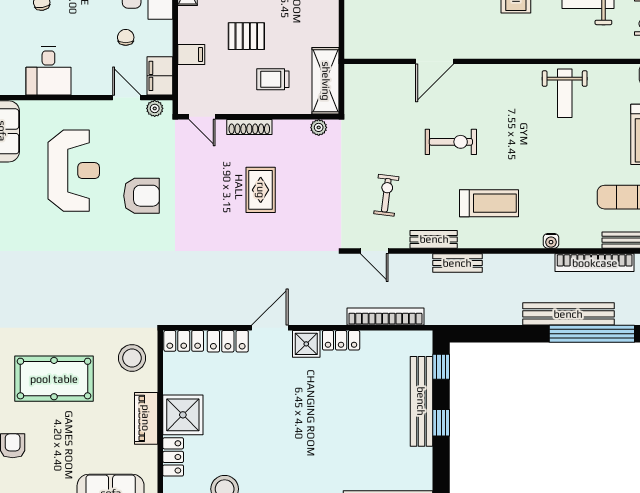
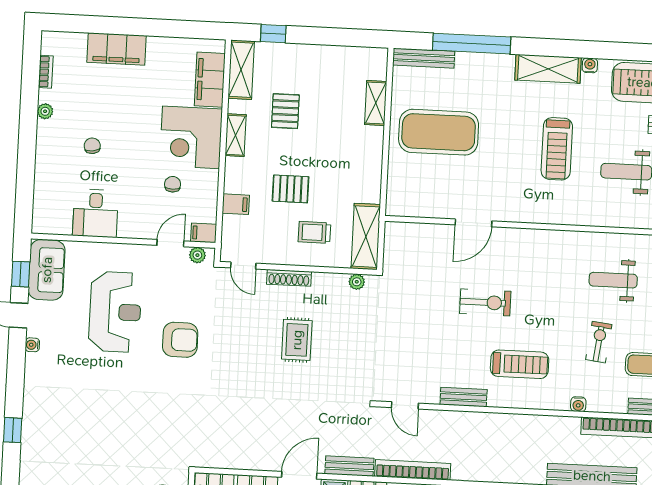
filing cabinet: (160, 76) -> (204, 233), width x0.50
weight bench: (565, 93) -> (613, 280), moved, turned 90
door: (127, 98) -> (170, 243), hinge flipped
exercise bike: (386, 195) -> (599, 342), moved
bench: (457, 263) -> (349, 466), moved

